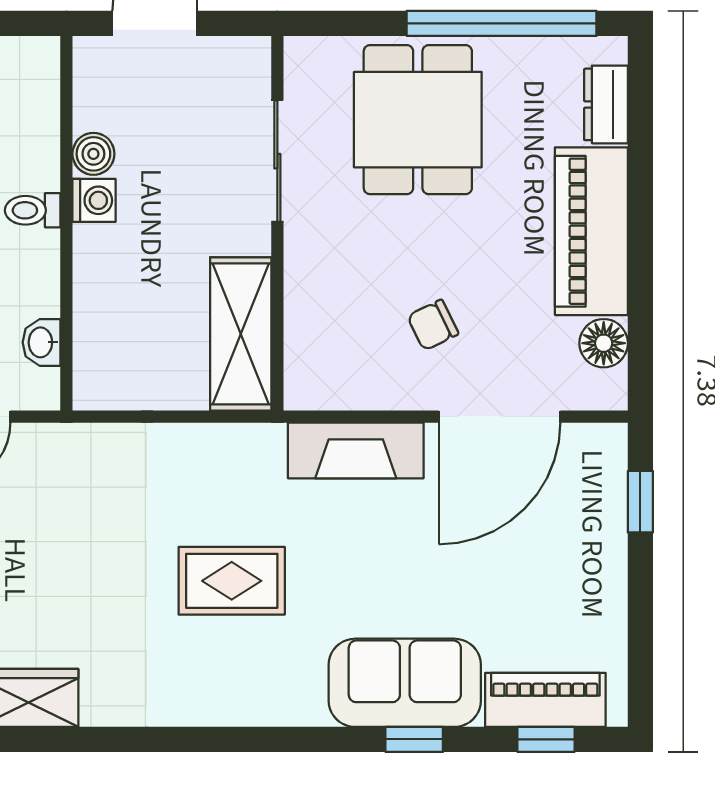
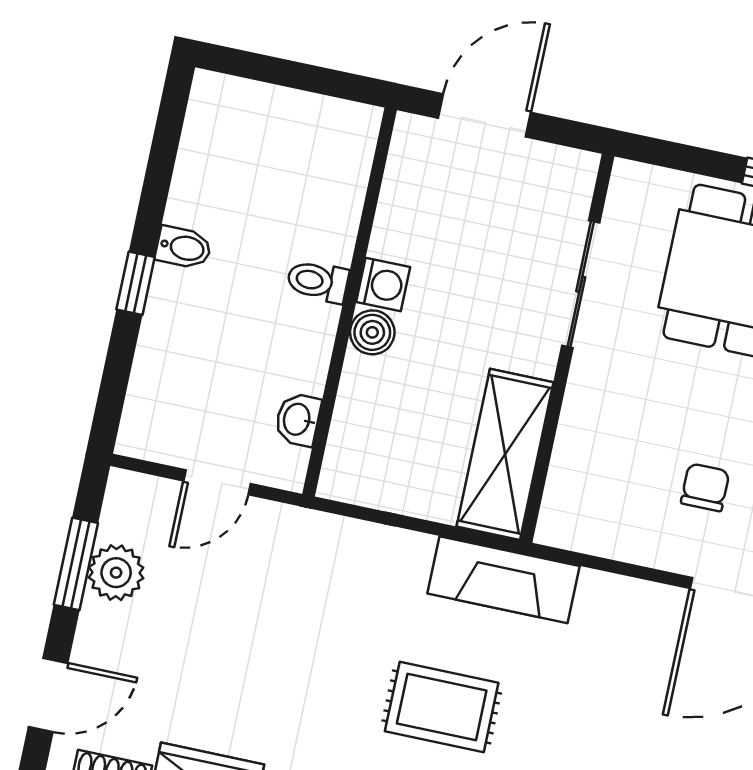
boiler: (93, 154) -> (372, 332), moved
chair: (433, 325) -> (705, 487), turned 116
fireplace: (356, 450) -> (504, 580), moved

